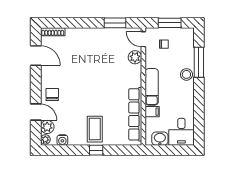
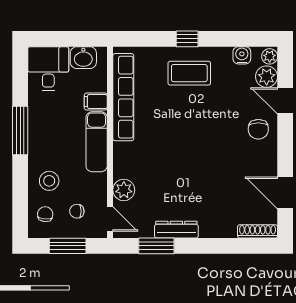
dresser: (103, 33) -> (176, 230), added
chair: (183, 42) -> (45, 214), added
window: (199, 62) -> (20, 130), moved
stool: (186, 74) -> (49, 181), moved
coffee table: (95, 129) -> (189, 73), turned 90

